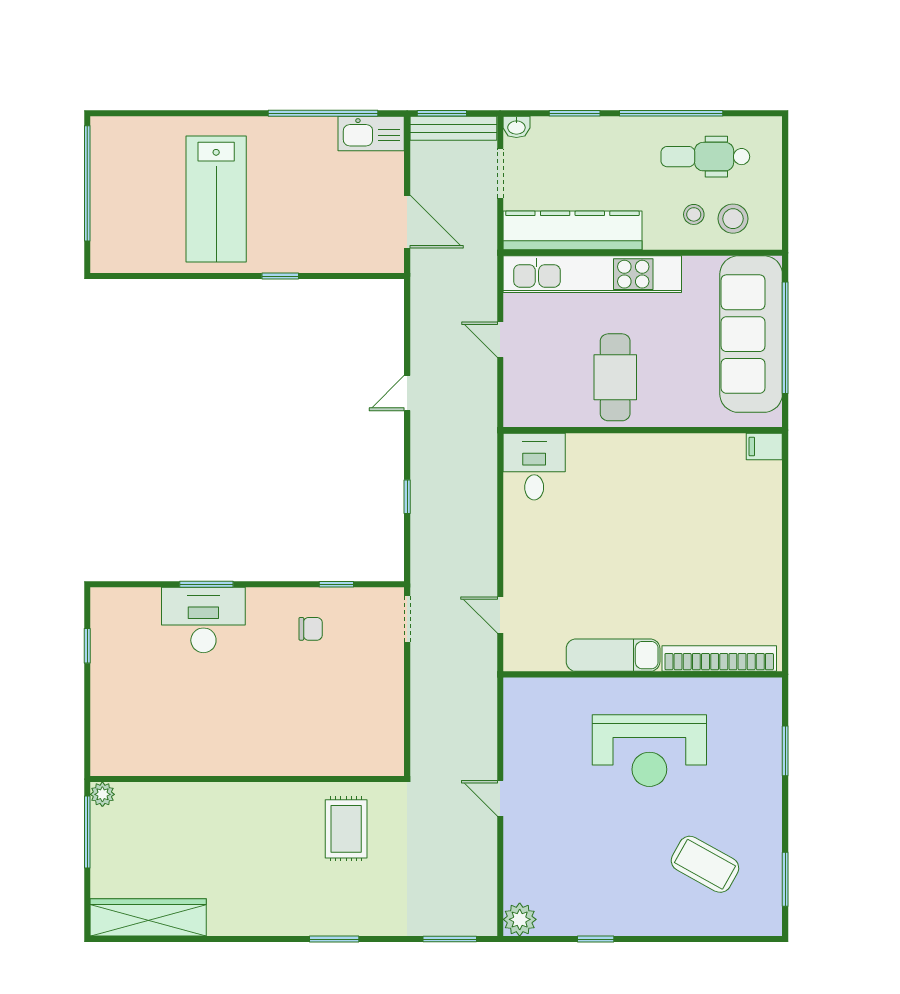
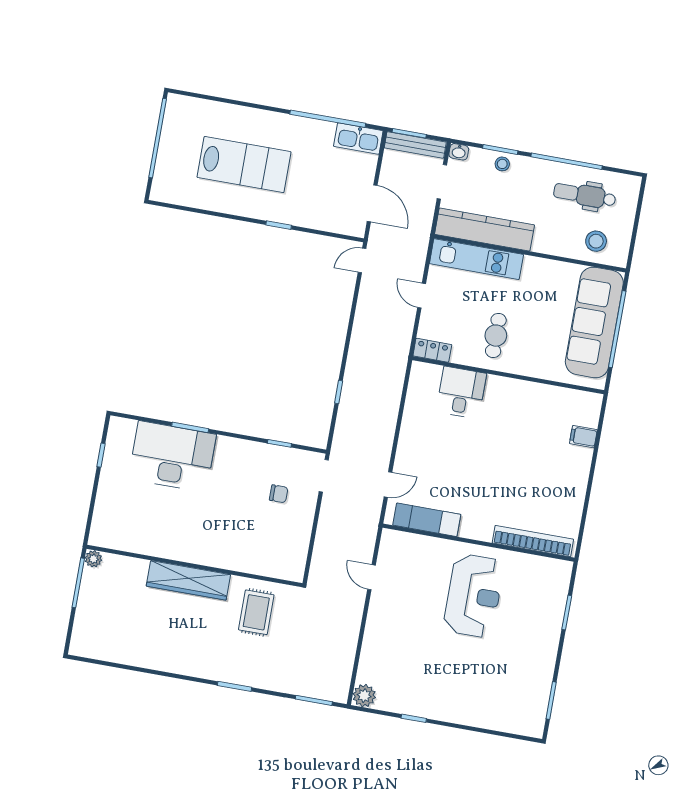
lab bench: (216, 199) -> (244, 165), turned -90
stool: (694, 214) -> (502, 164), moved
kitchen unit: (592, 274) -> (476, 259), width x0.73
cafe table: (615, 377) -> (496, 336), width x0.73, depth x0.74
door: (407, 393) -> (362, 260), moved
locker: (529, 414) -> (432, 350), added
filing cabinet: (764, 446) -> (583, 437), moved
desk: (534, 467) -> (461, 393), moved
door: (500, 615) -> (388, 484), swing flipped
desk: (203, 620) -> (172, 457), width x1.36, depth x1.30
chair: (311, 629) -> (279, 494), moved
exam couch: (613, 655) -> (427, 520), moved
reception desk: (649, 751) -> (474, 596), turned -90
door: (500, 798) -> (371, 577), moved
coffee table: (705, 864) -> (498, 680), removed
wardrobe: (148, 917) -> (188, 580), moved, turned 180

